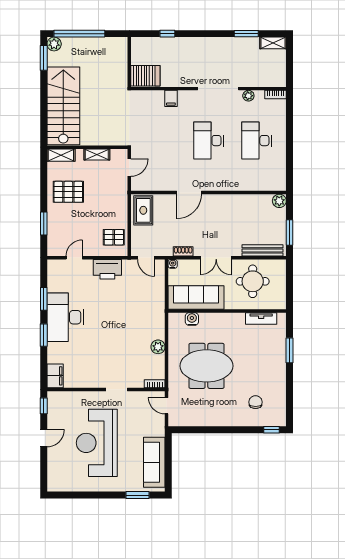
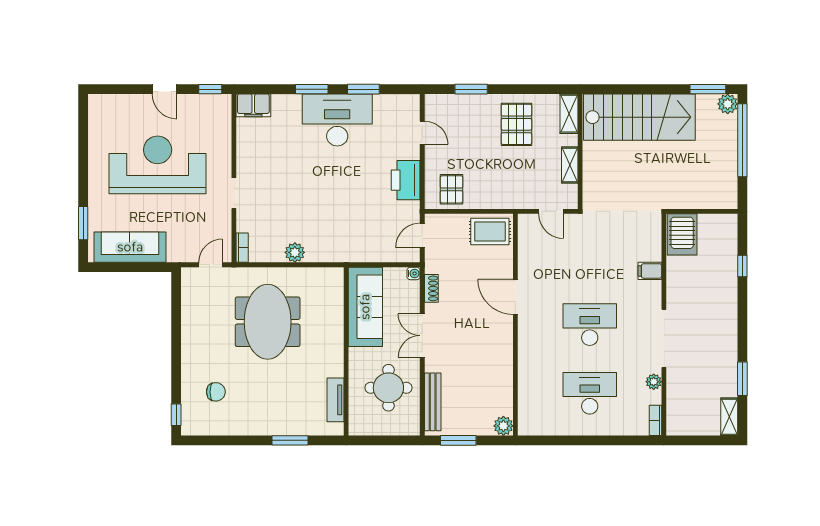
water cooler: (192, 319) -> (335, 301), removed

